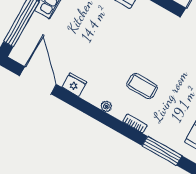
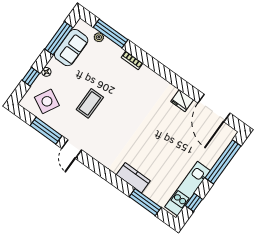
coffee table: (142, 86) -> (90, 103), moved, turned 90
plant: (106, 106) -> (99, 37), moved

